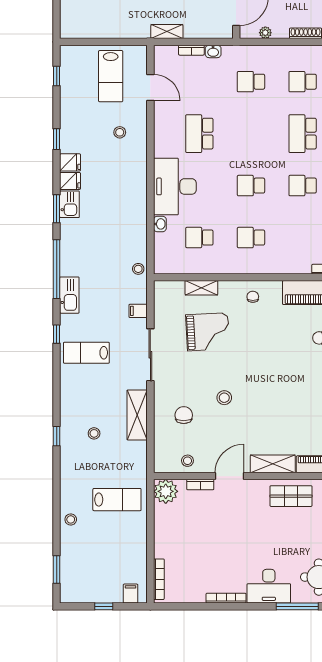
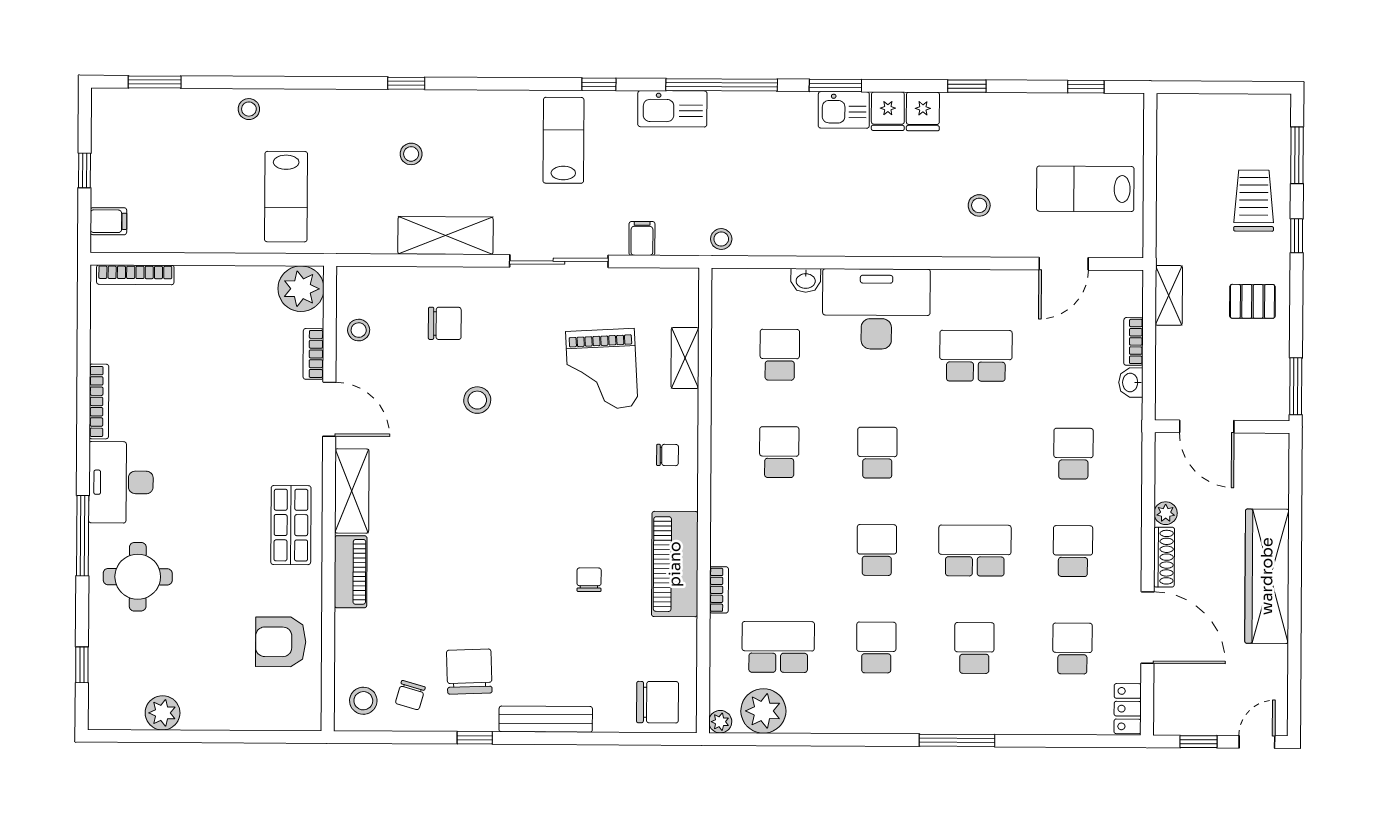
plant: (265, 33) -> (1166, 513), moved

